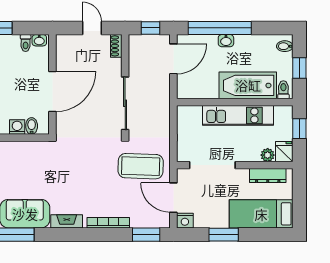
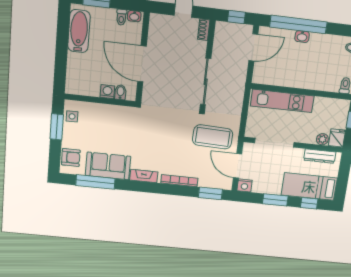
bathtub: (248, 85) -> (315, 78), removed
door: (52, 91) -> (142, 64), swing flipped
kitchen unit: (238, 115) -> (282, 101), moved
window: (264, 235) -> (309, 203), added

